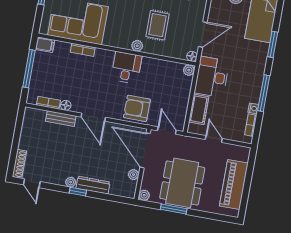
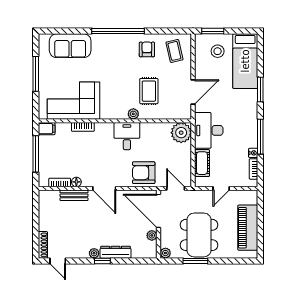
floor lamp: (192, 56) -> (187, 114), removed
plant: (189, 70) -> (181, 133), width x1.88, depth x1.88
door: (214, 139) -> (221, 188), swing flipped

